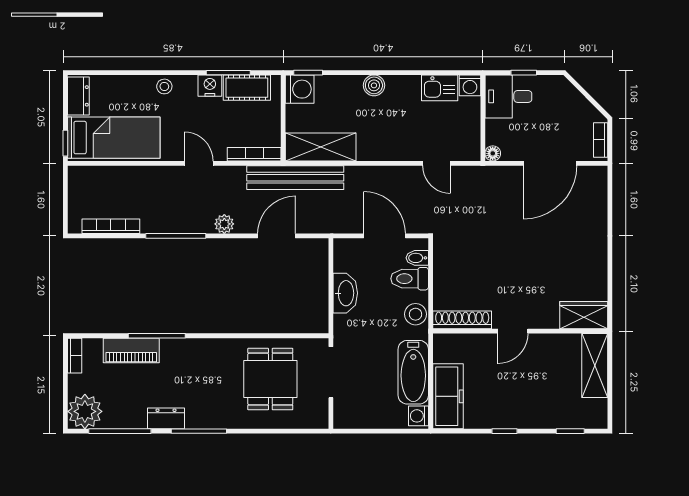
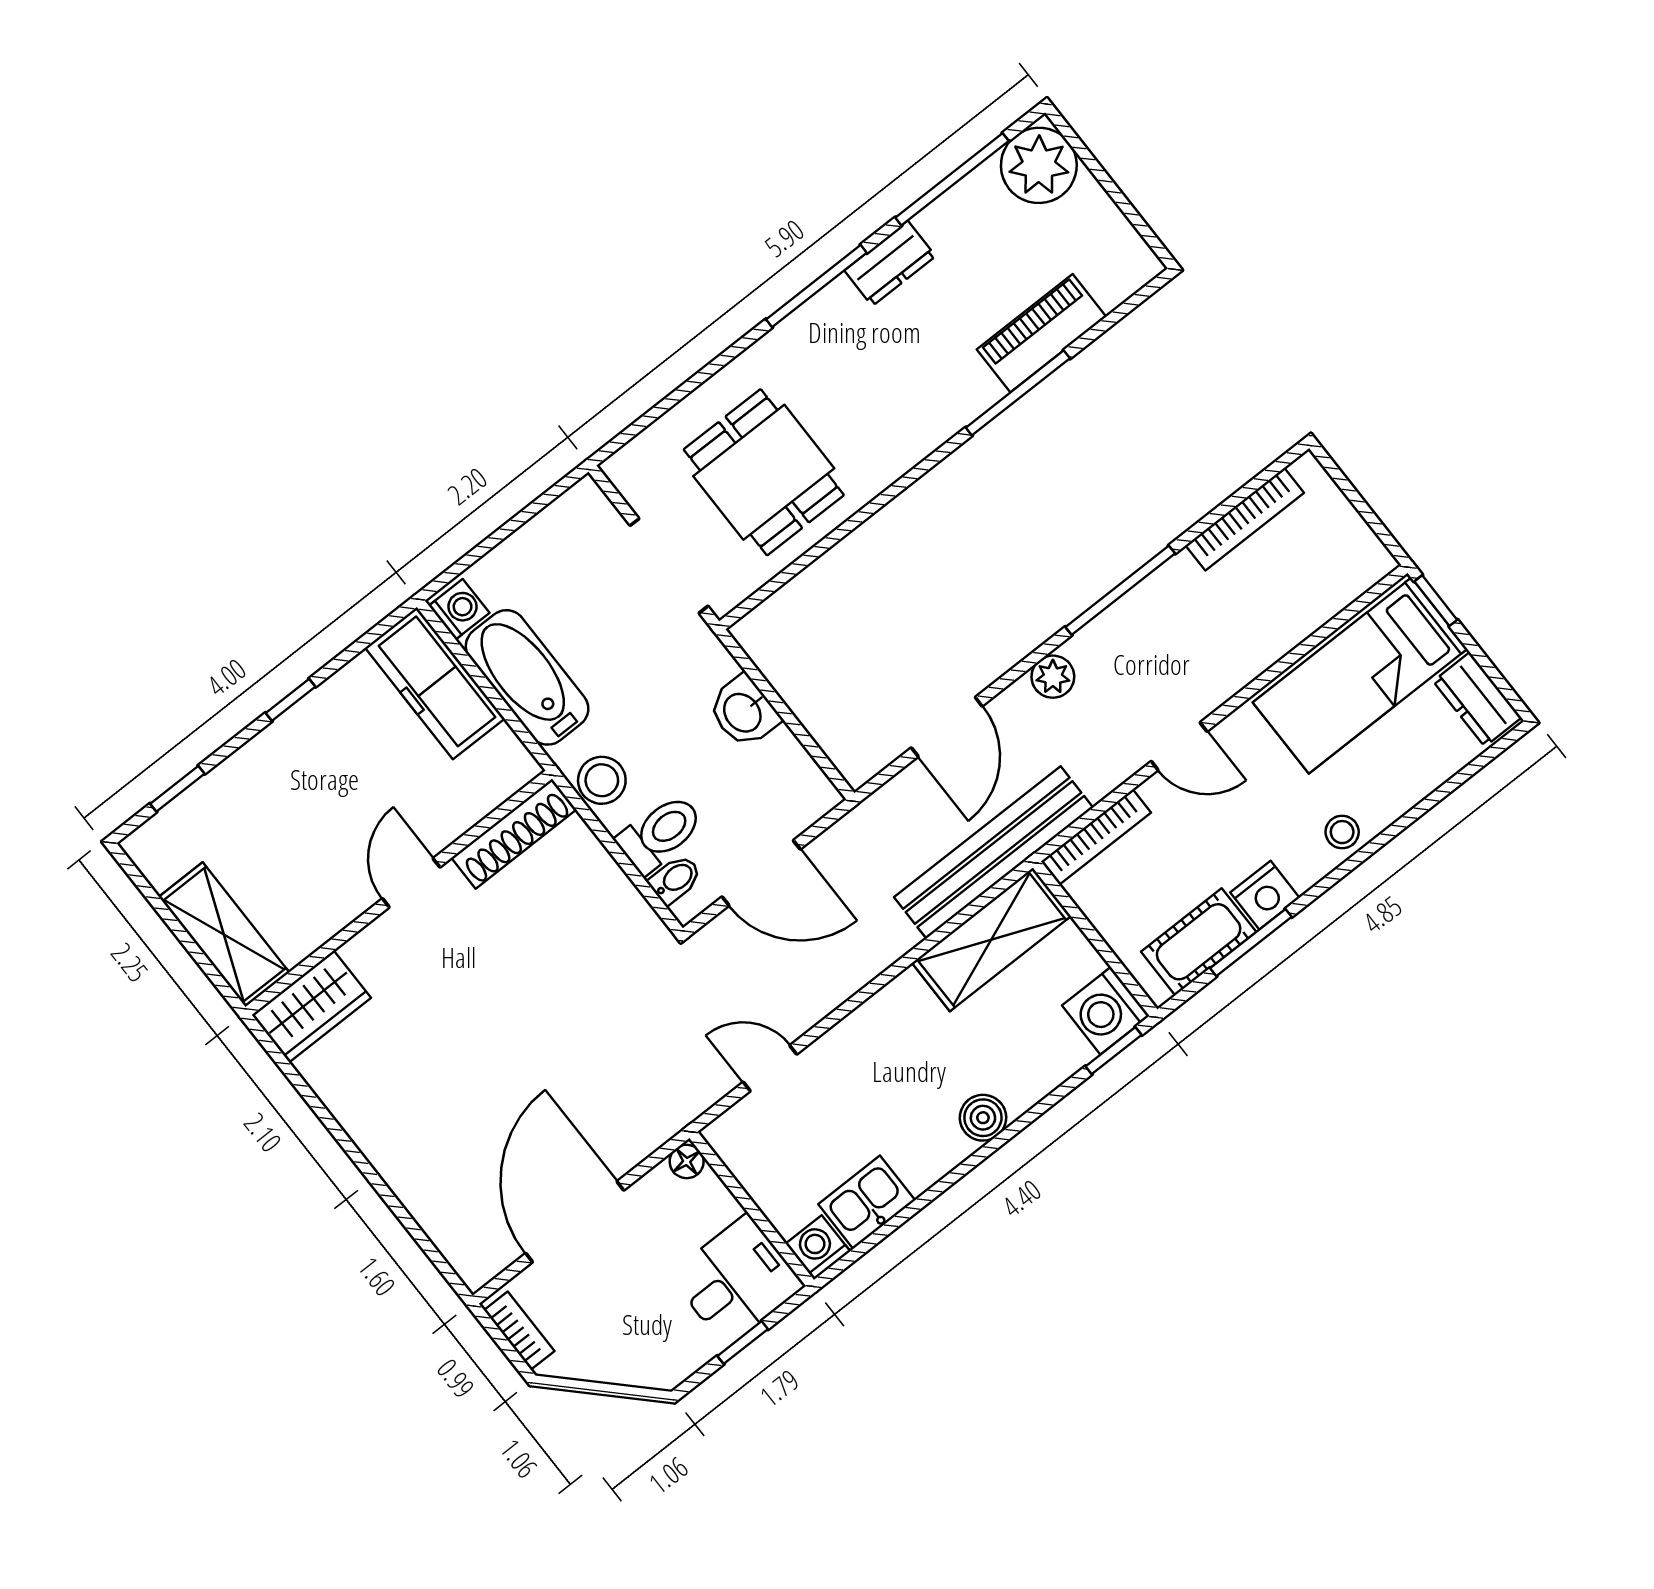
washbasin: (345, 293) -> (744, 712), width x0.72
bookcase: (75, 356) -> (1132, 248), removed

